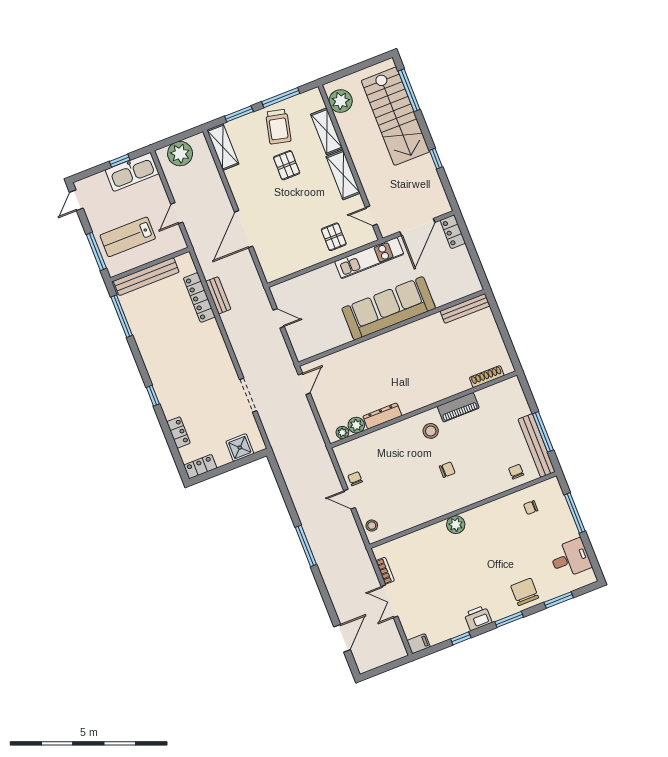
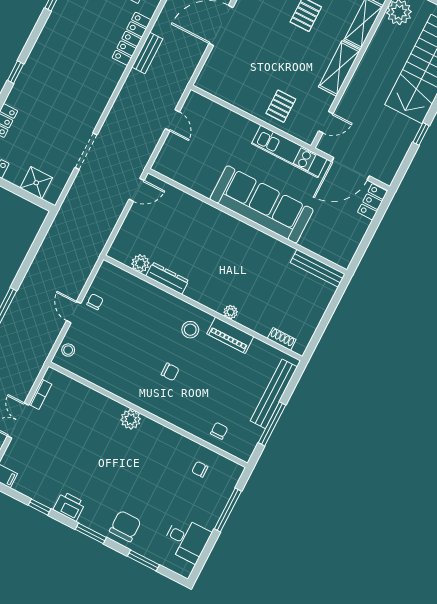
door: (371, 216) -> (326, 122), swing flipped
shoe rack: (487, 377) -> (282, 339), width x0.70
plant: (342, 433) -> (231, 312), moved
bench: (537, 445) -> (274, 394), moved

